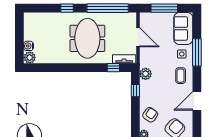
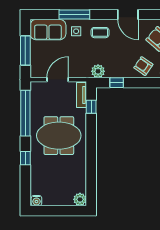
water cooler: (29, 46) -> (36, 201), moved

